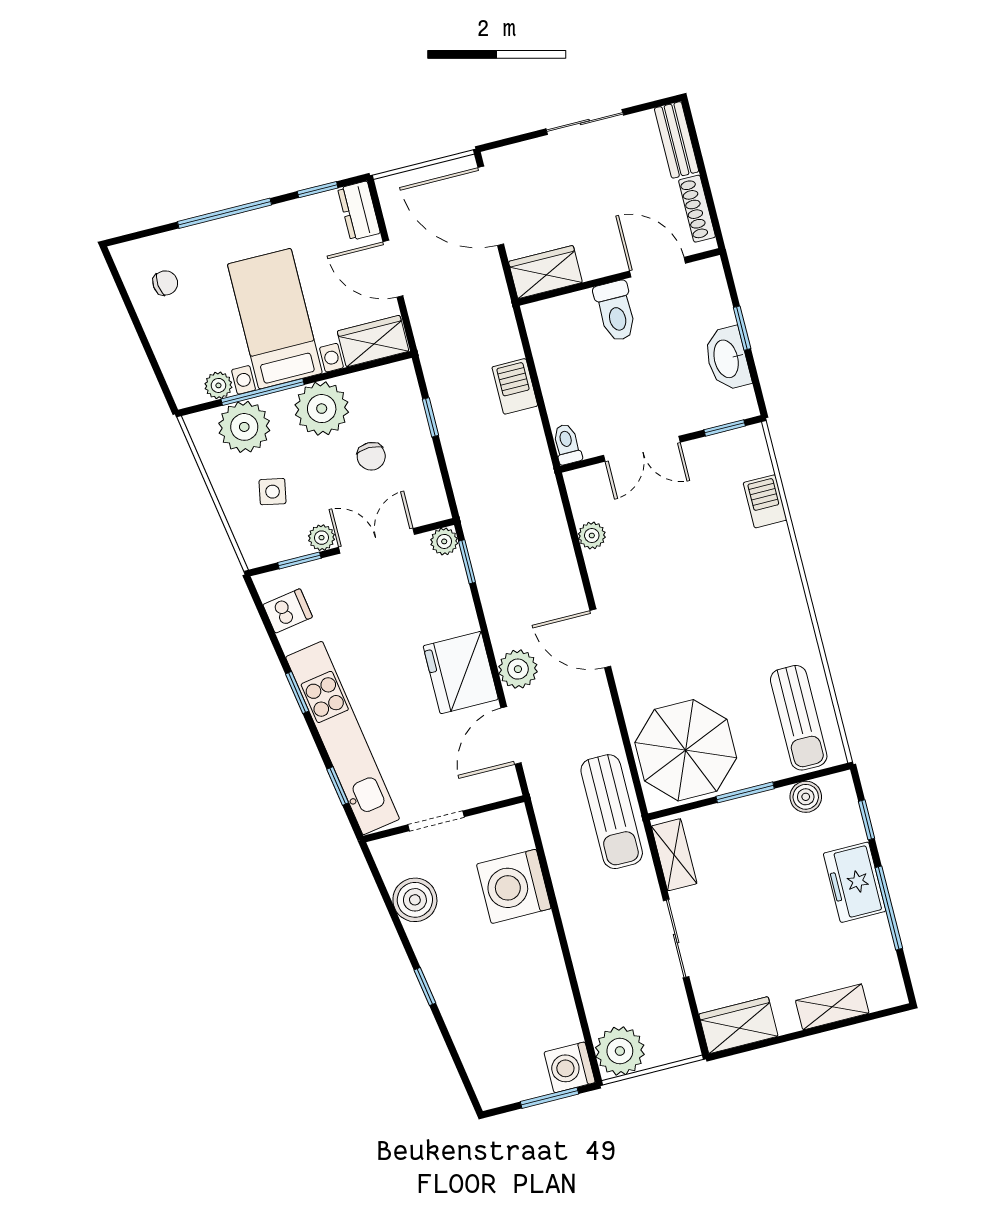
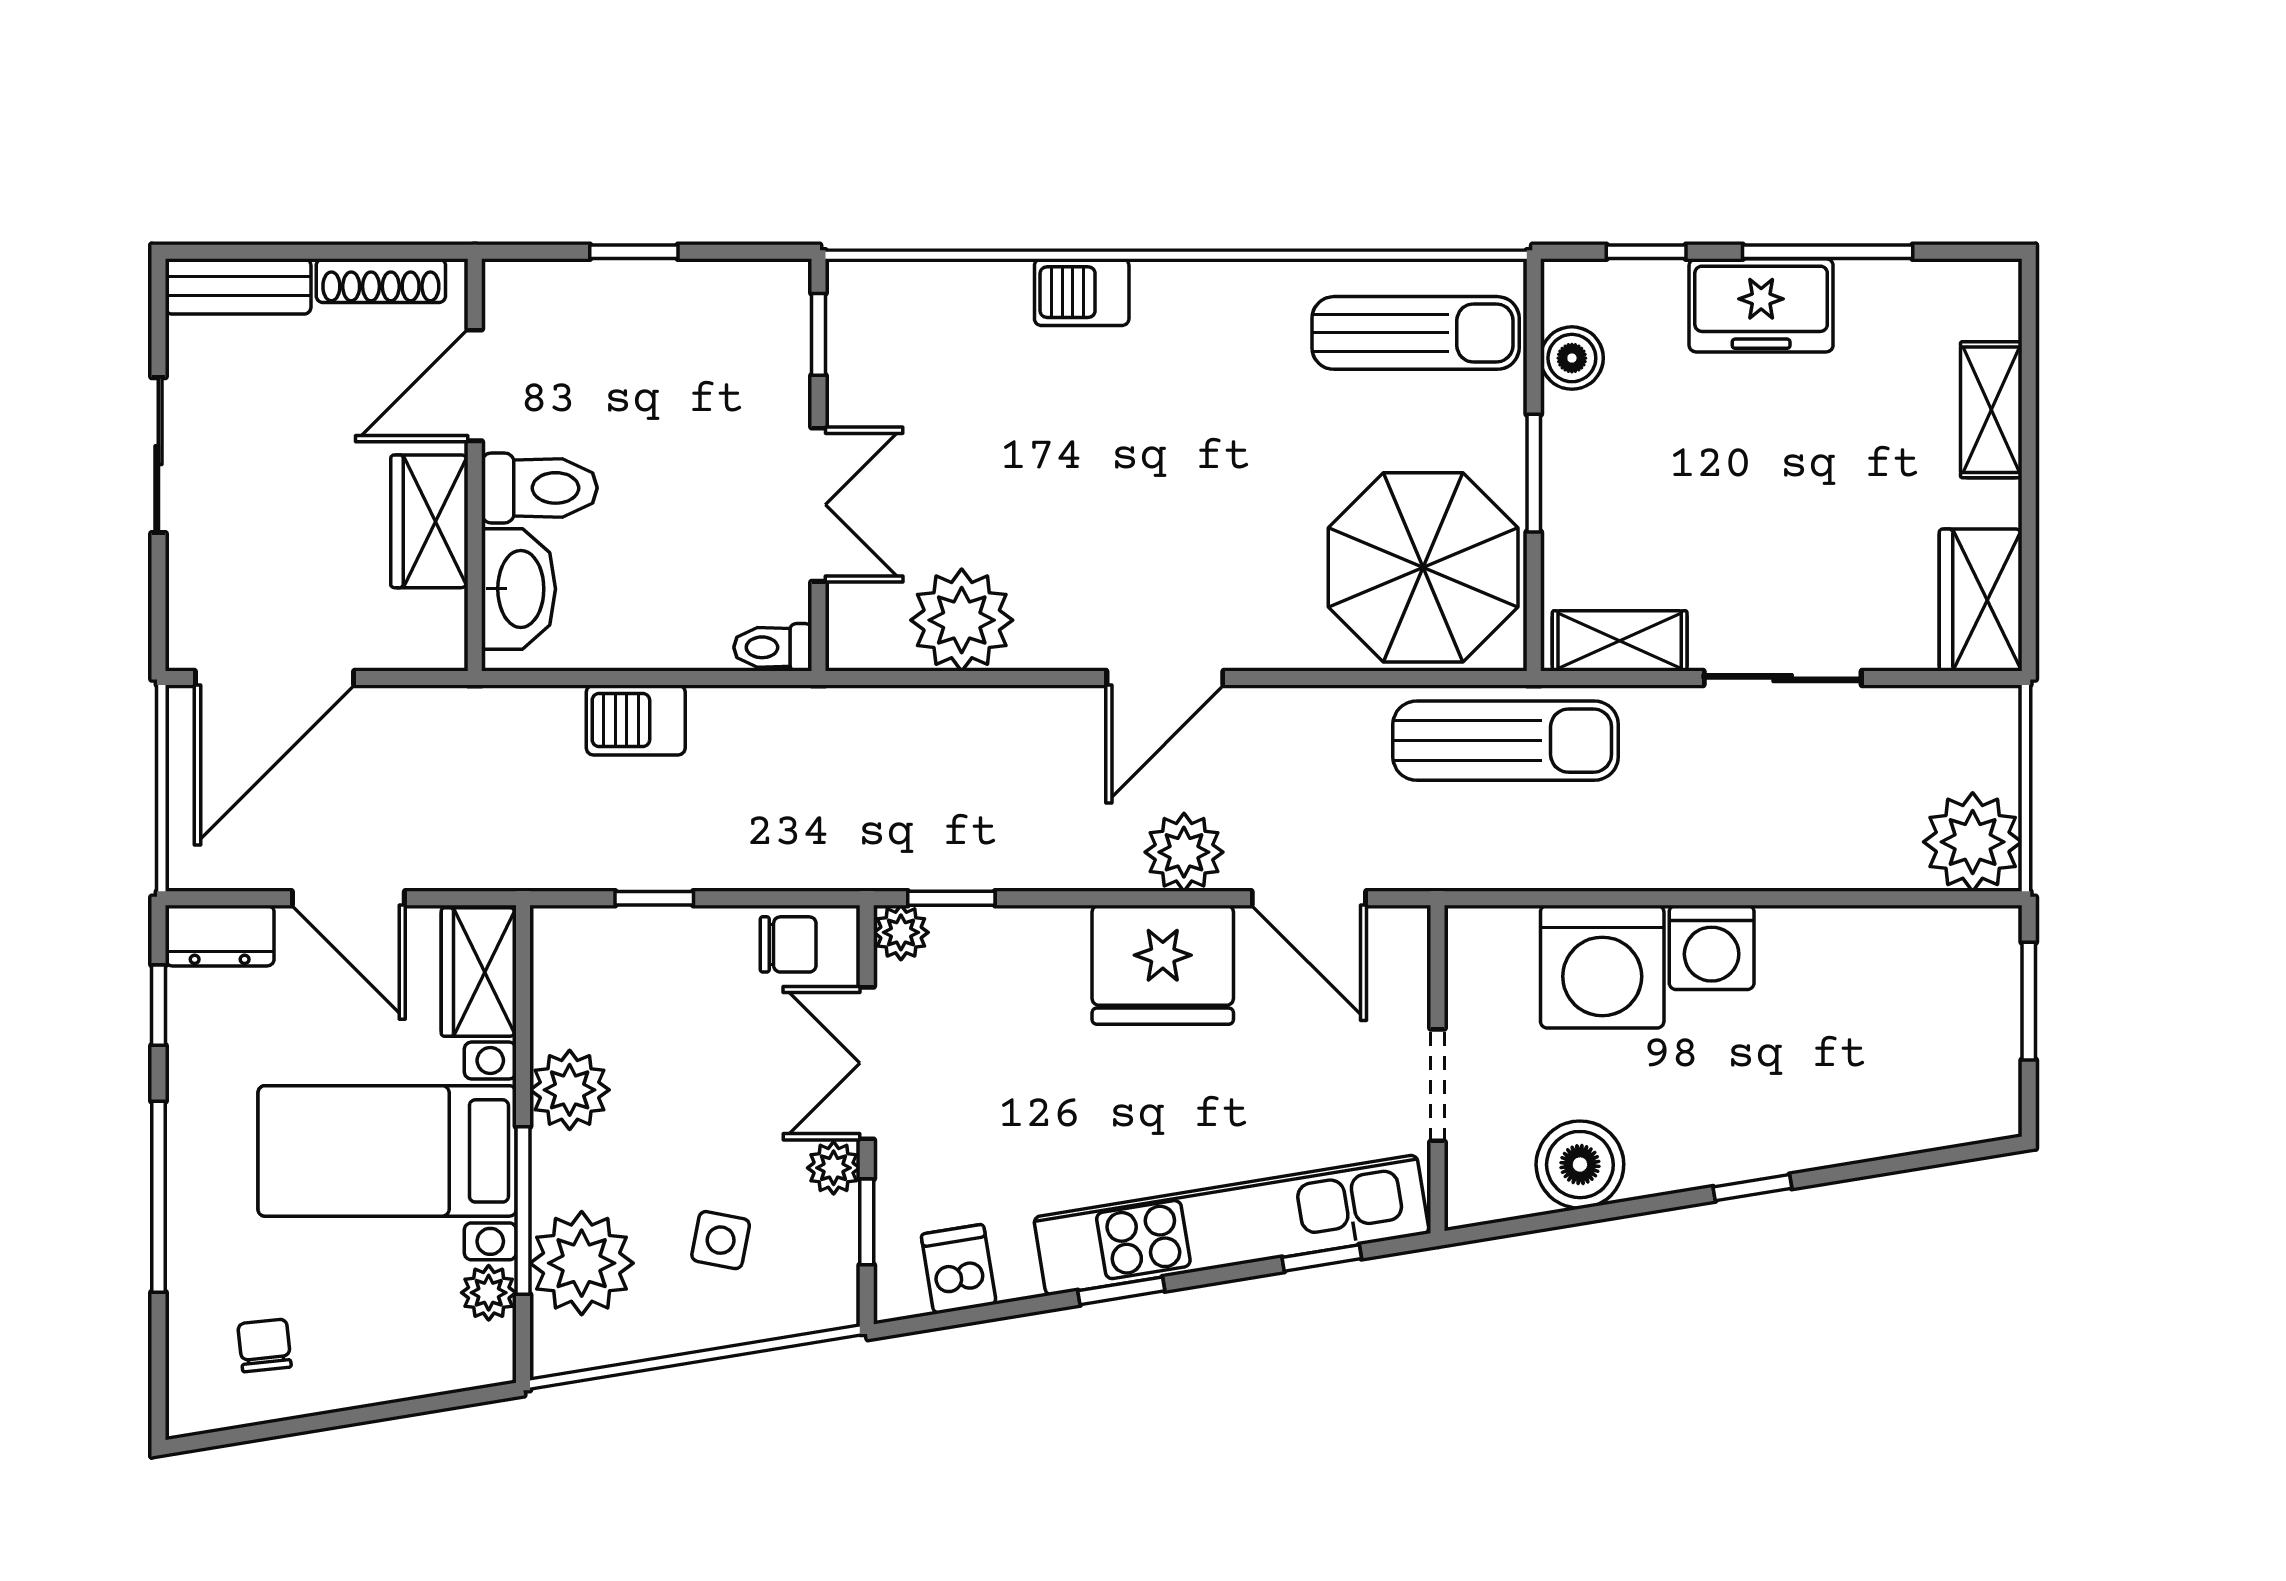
door: (393, 269) -> (348, 898), hinge flipped
wardrobe: (545, 272) -> (429, 521), moved
washbasin: (727, 359) -> (519, 589), moved, turned -90
plant: (322, 409) -> (570, 1090), width x0.73, depth x0.73
chair: (371, 456) -> (788, 944), moved
barbecue: (765, 501) -> (1082, 292), moved
plant: (592, 535) -> (962, 620), width x1.87, depth x1.87
washing machine: (570, 1067) -> (1712, 947), moved

